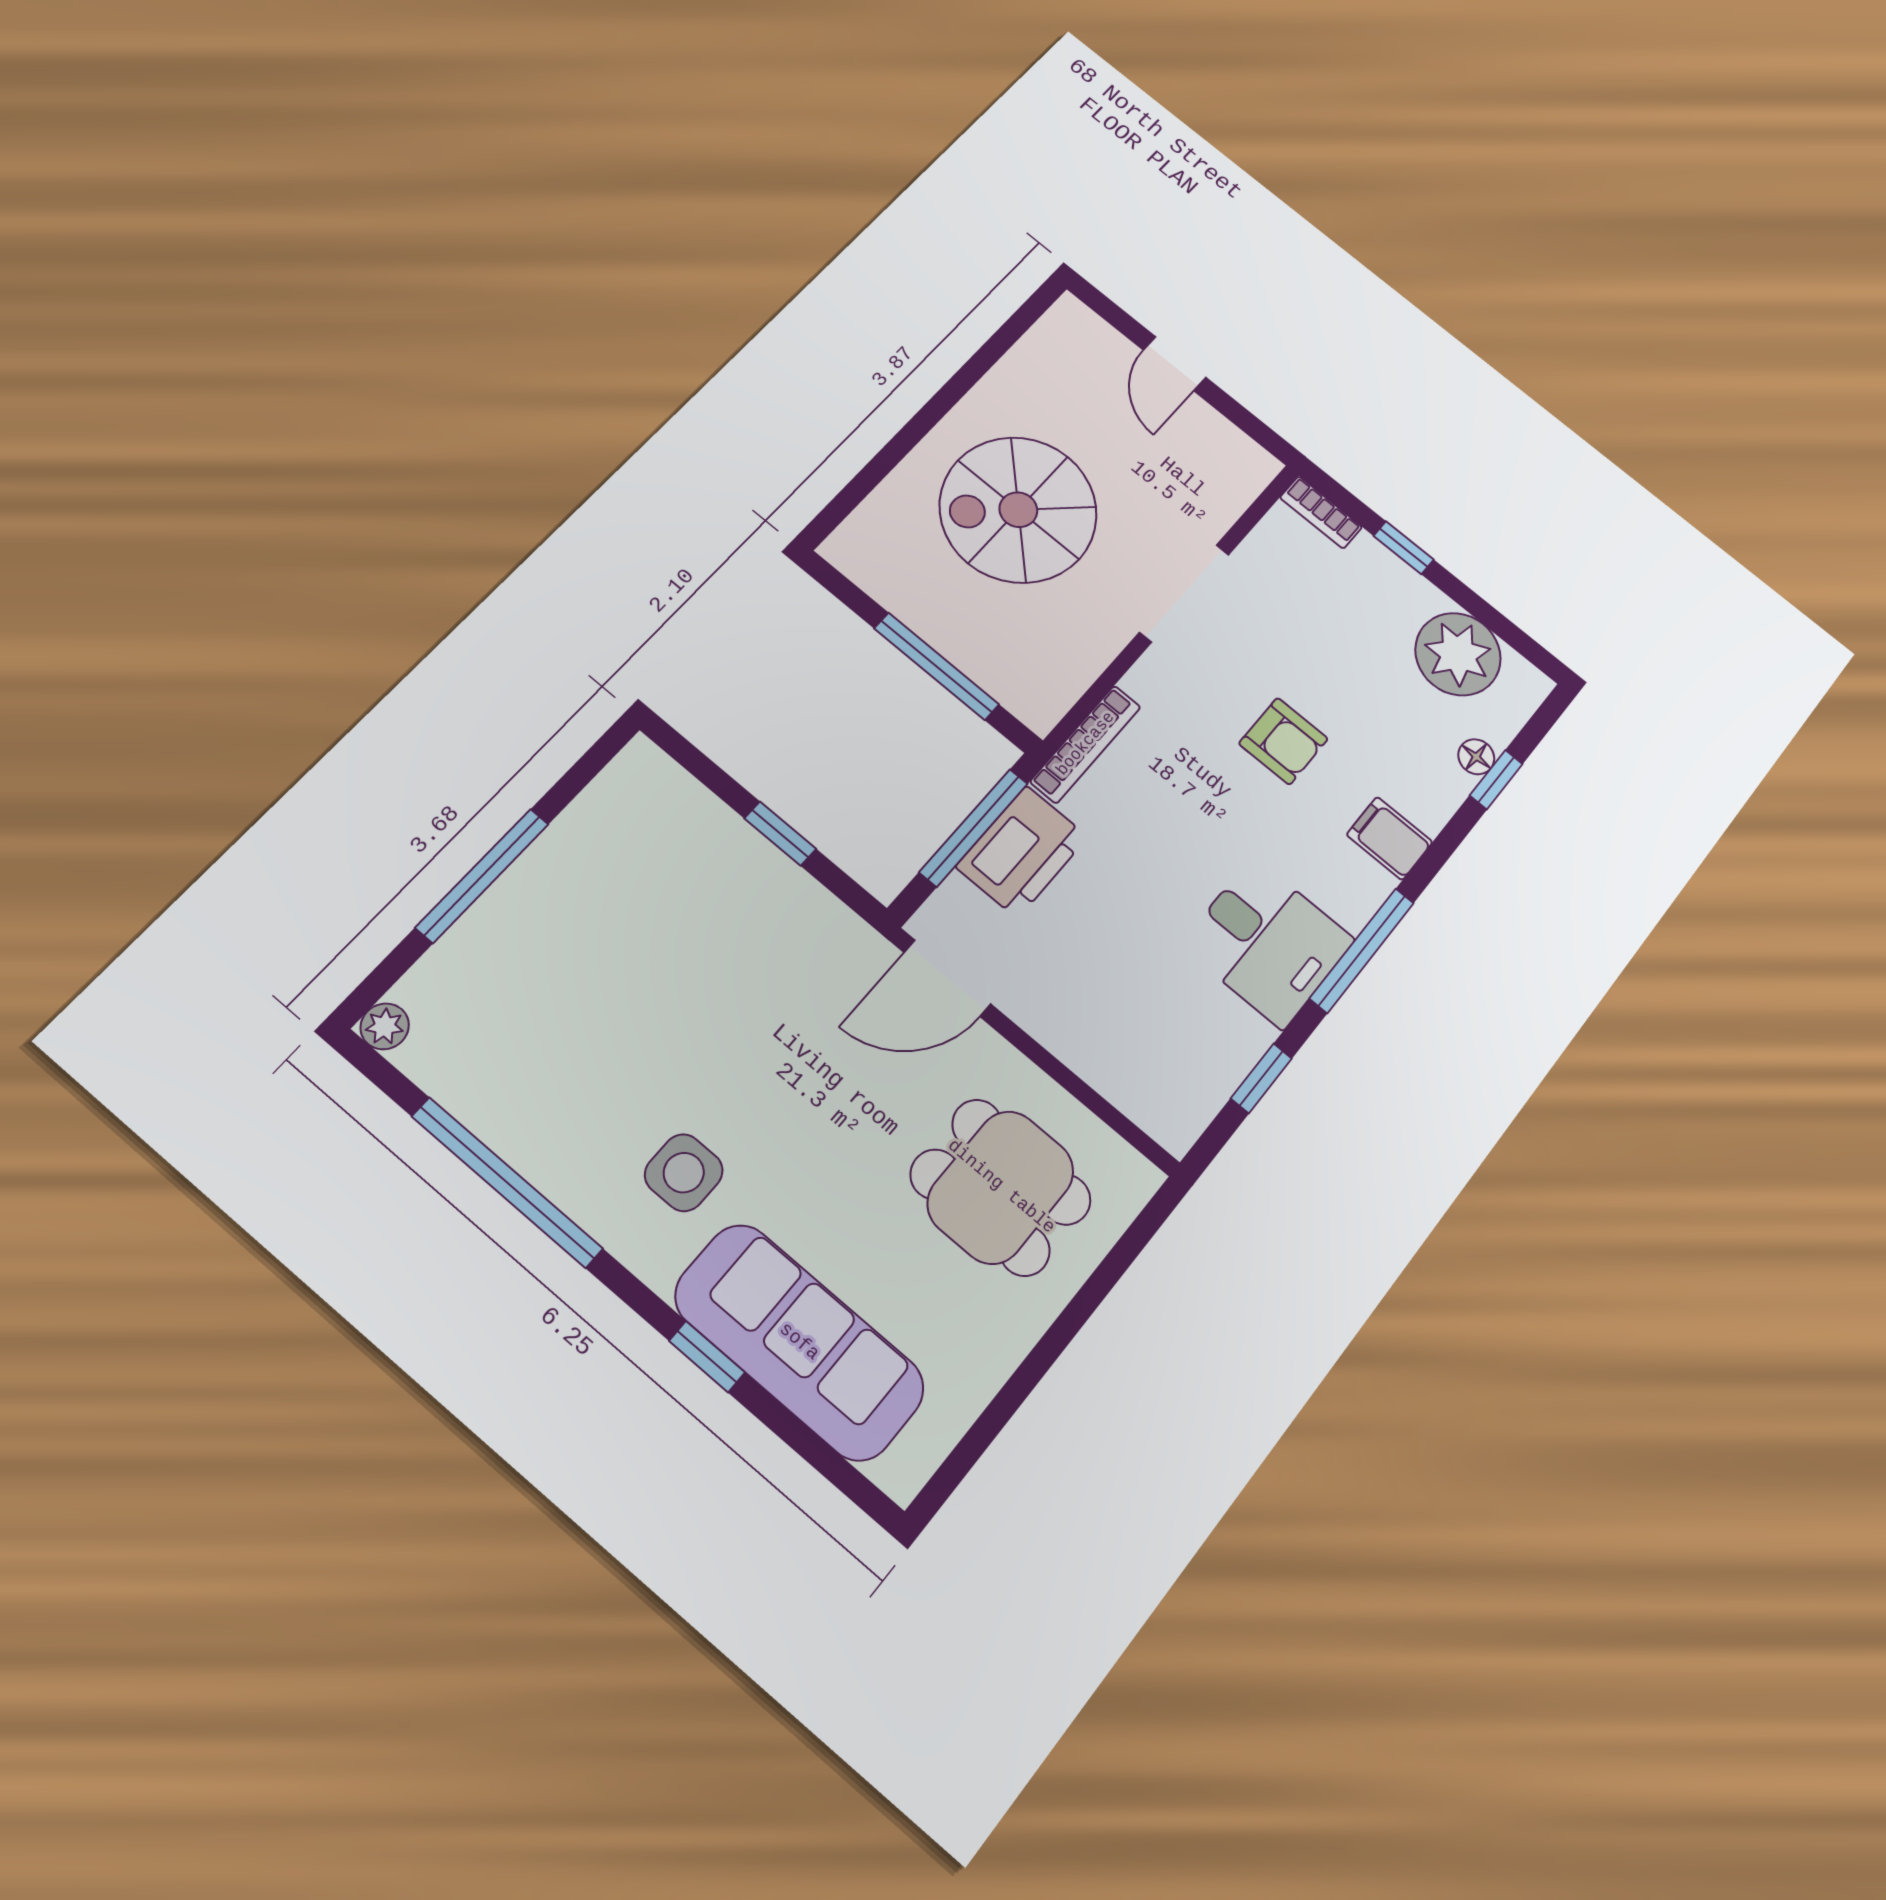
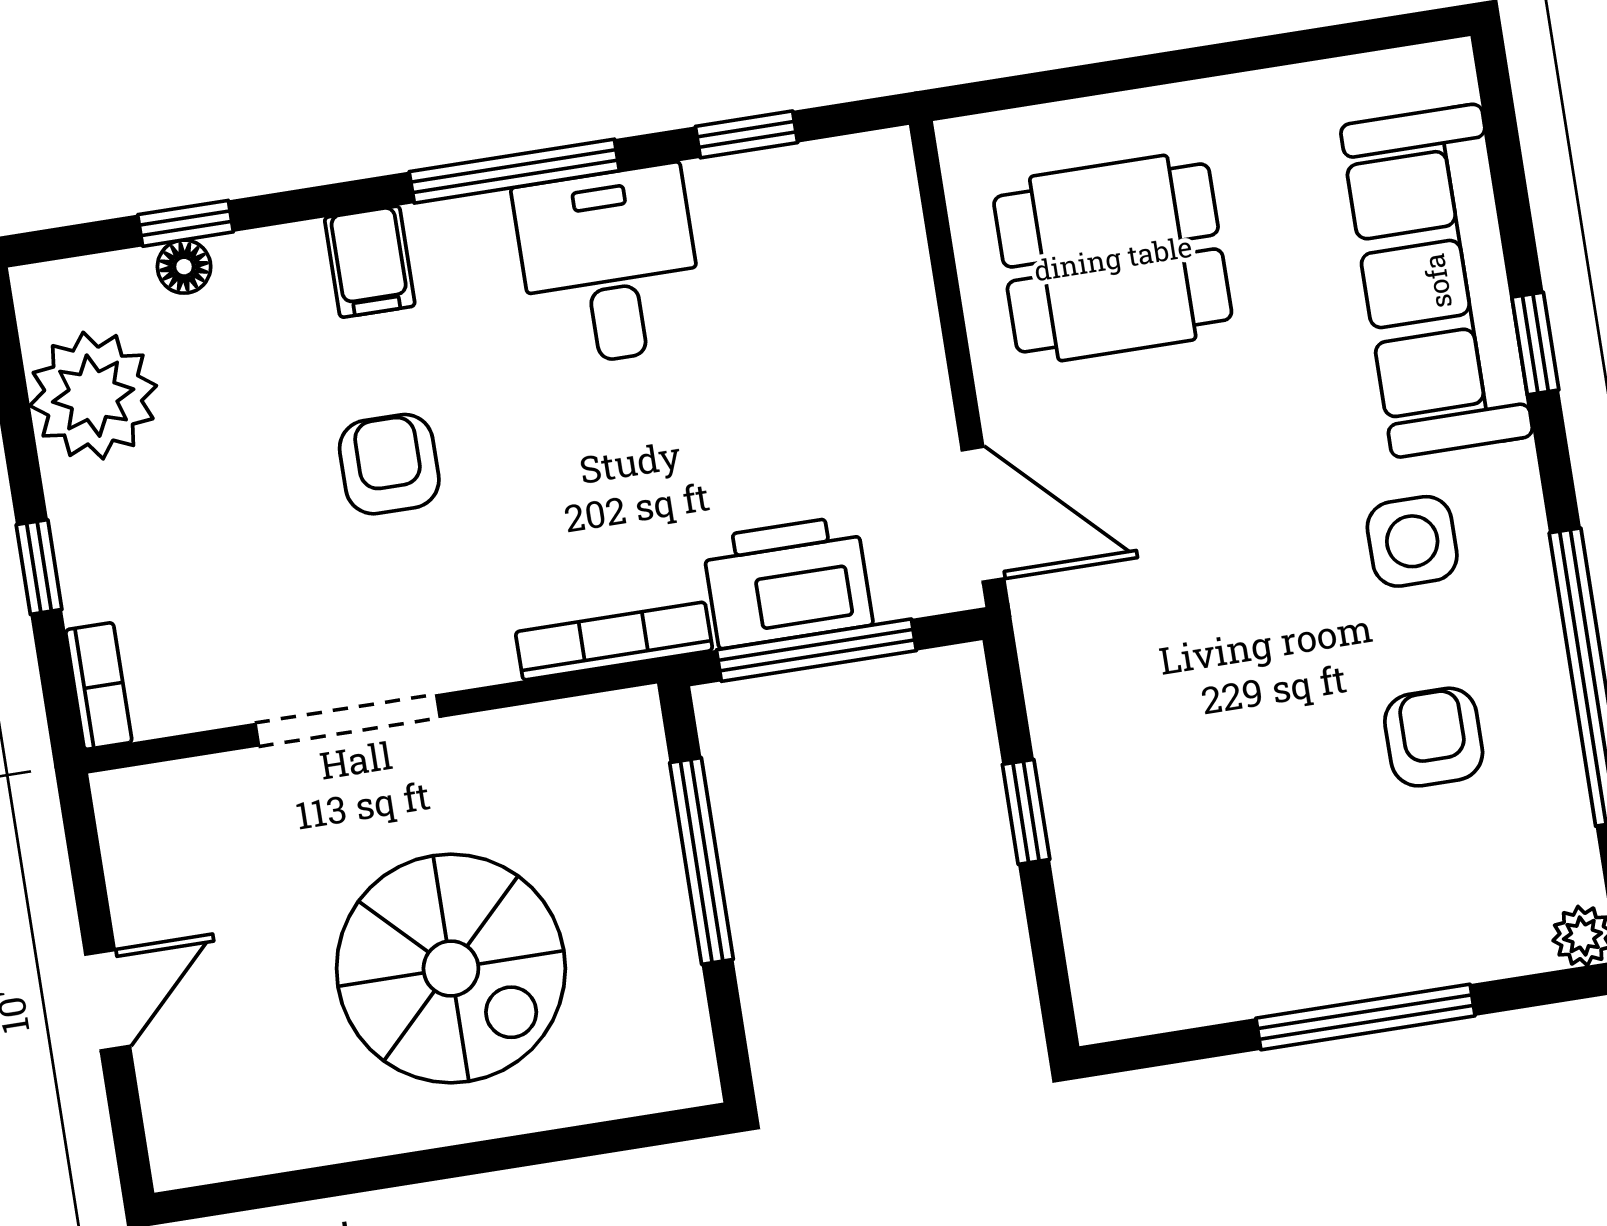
armchair: (575, 1069) -> (1434, 737), added
dining table: (1001, 1187) -> (1113, 258), turned 90

